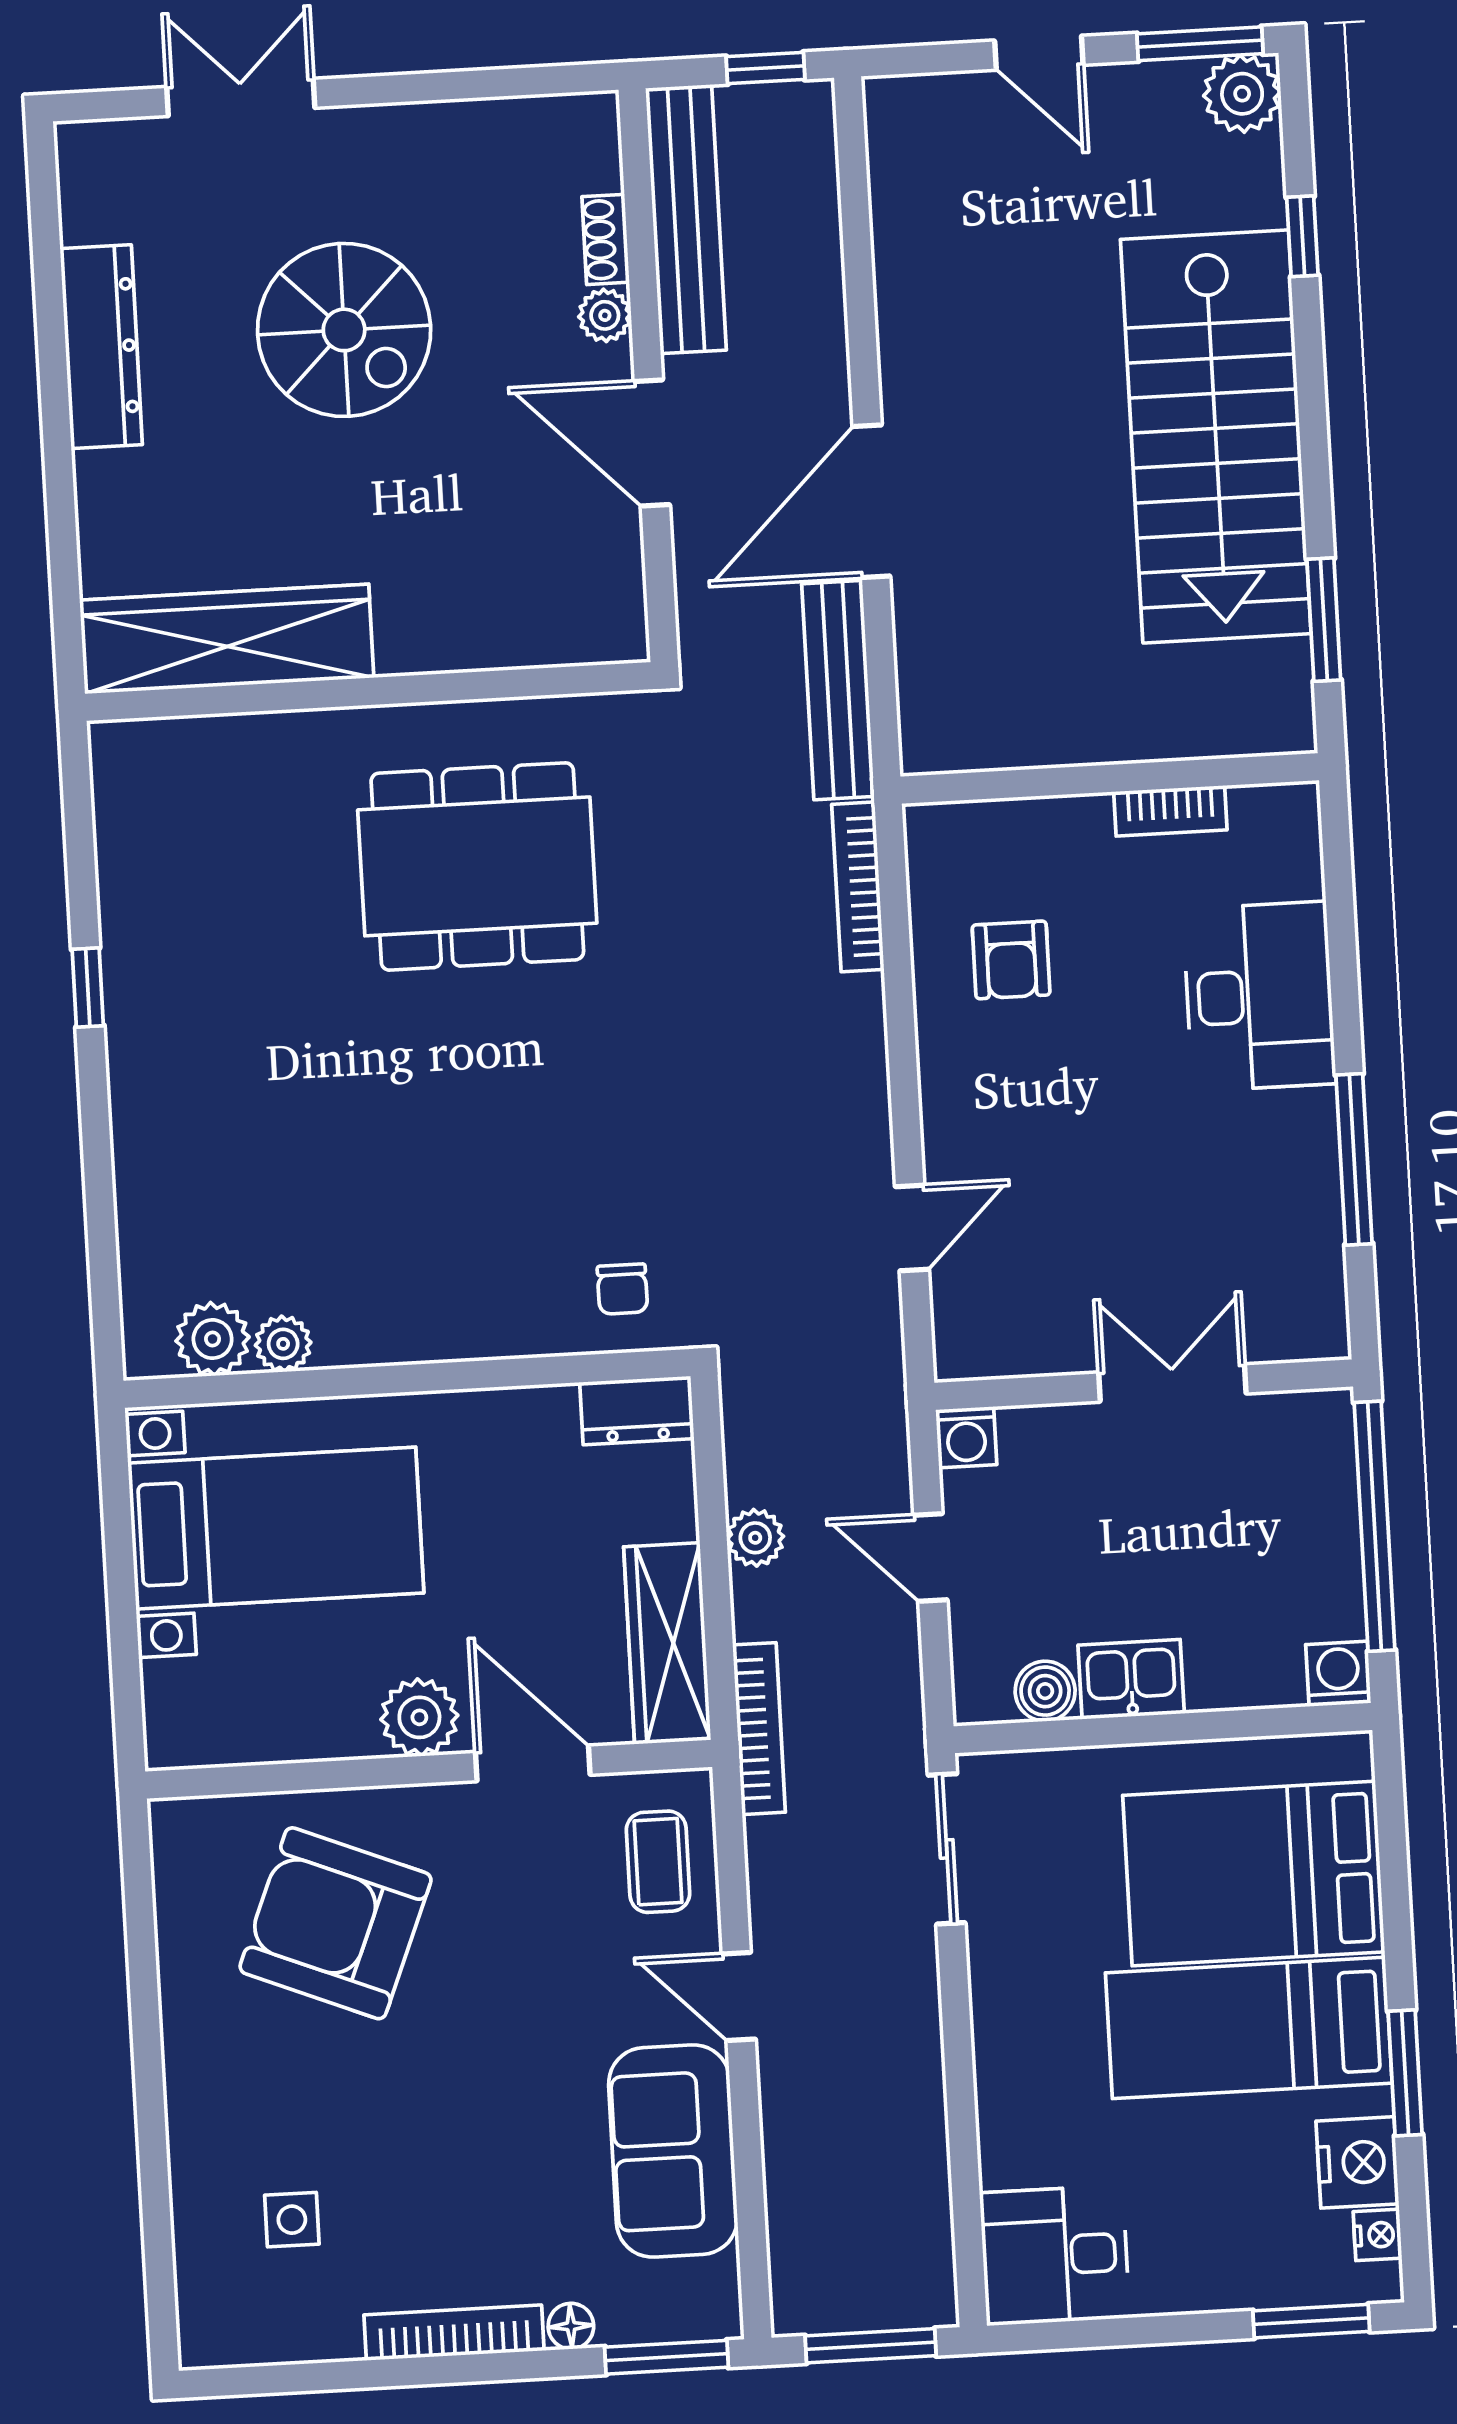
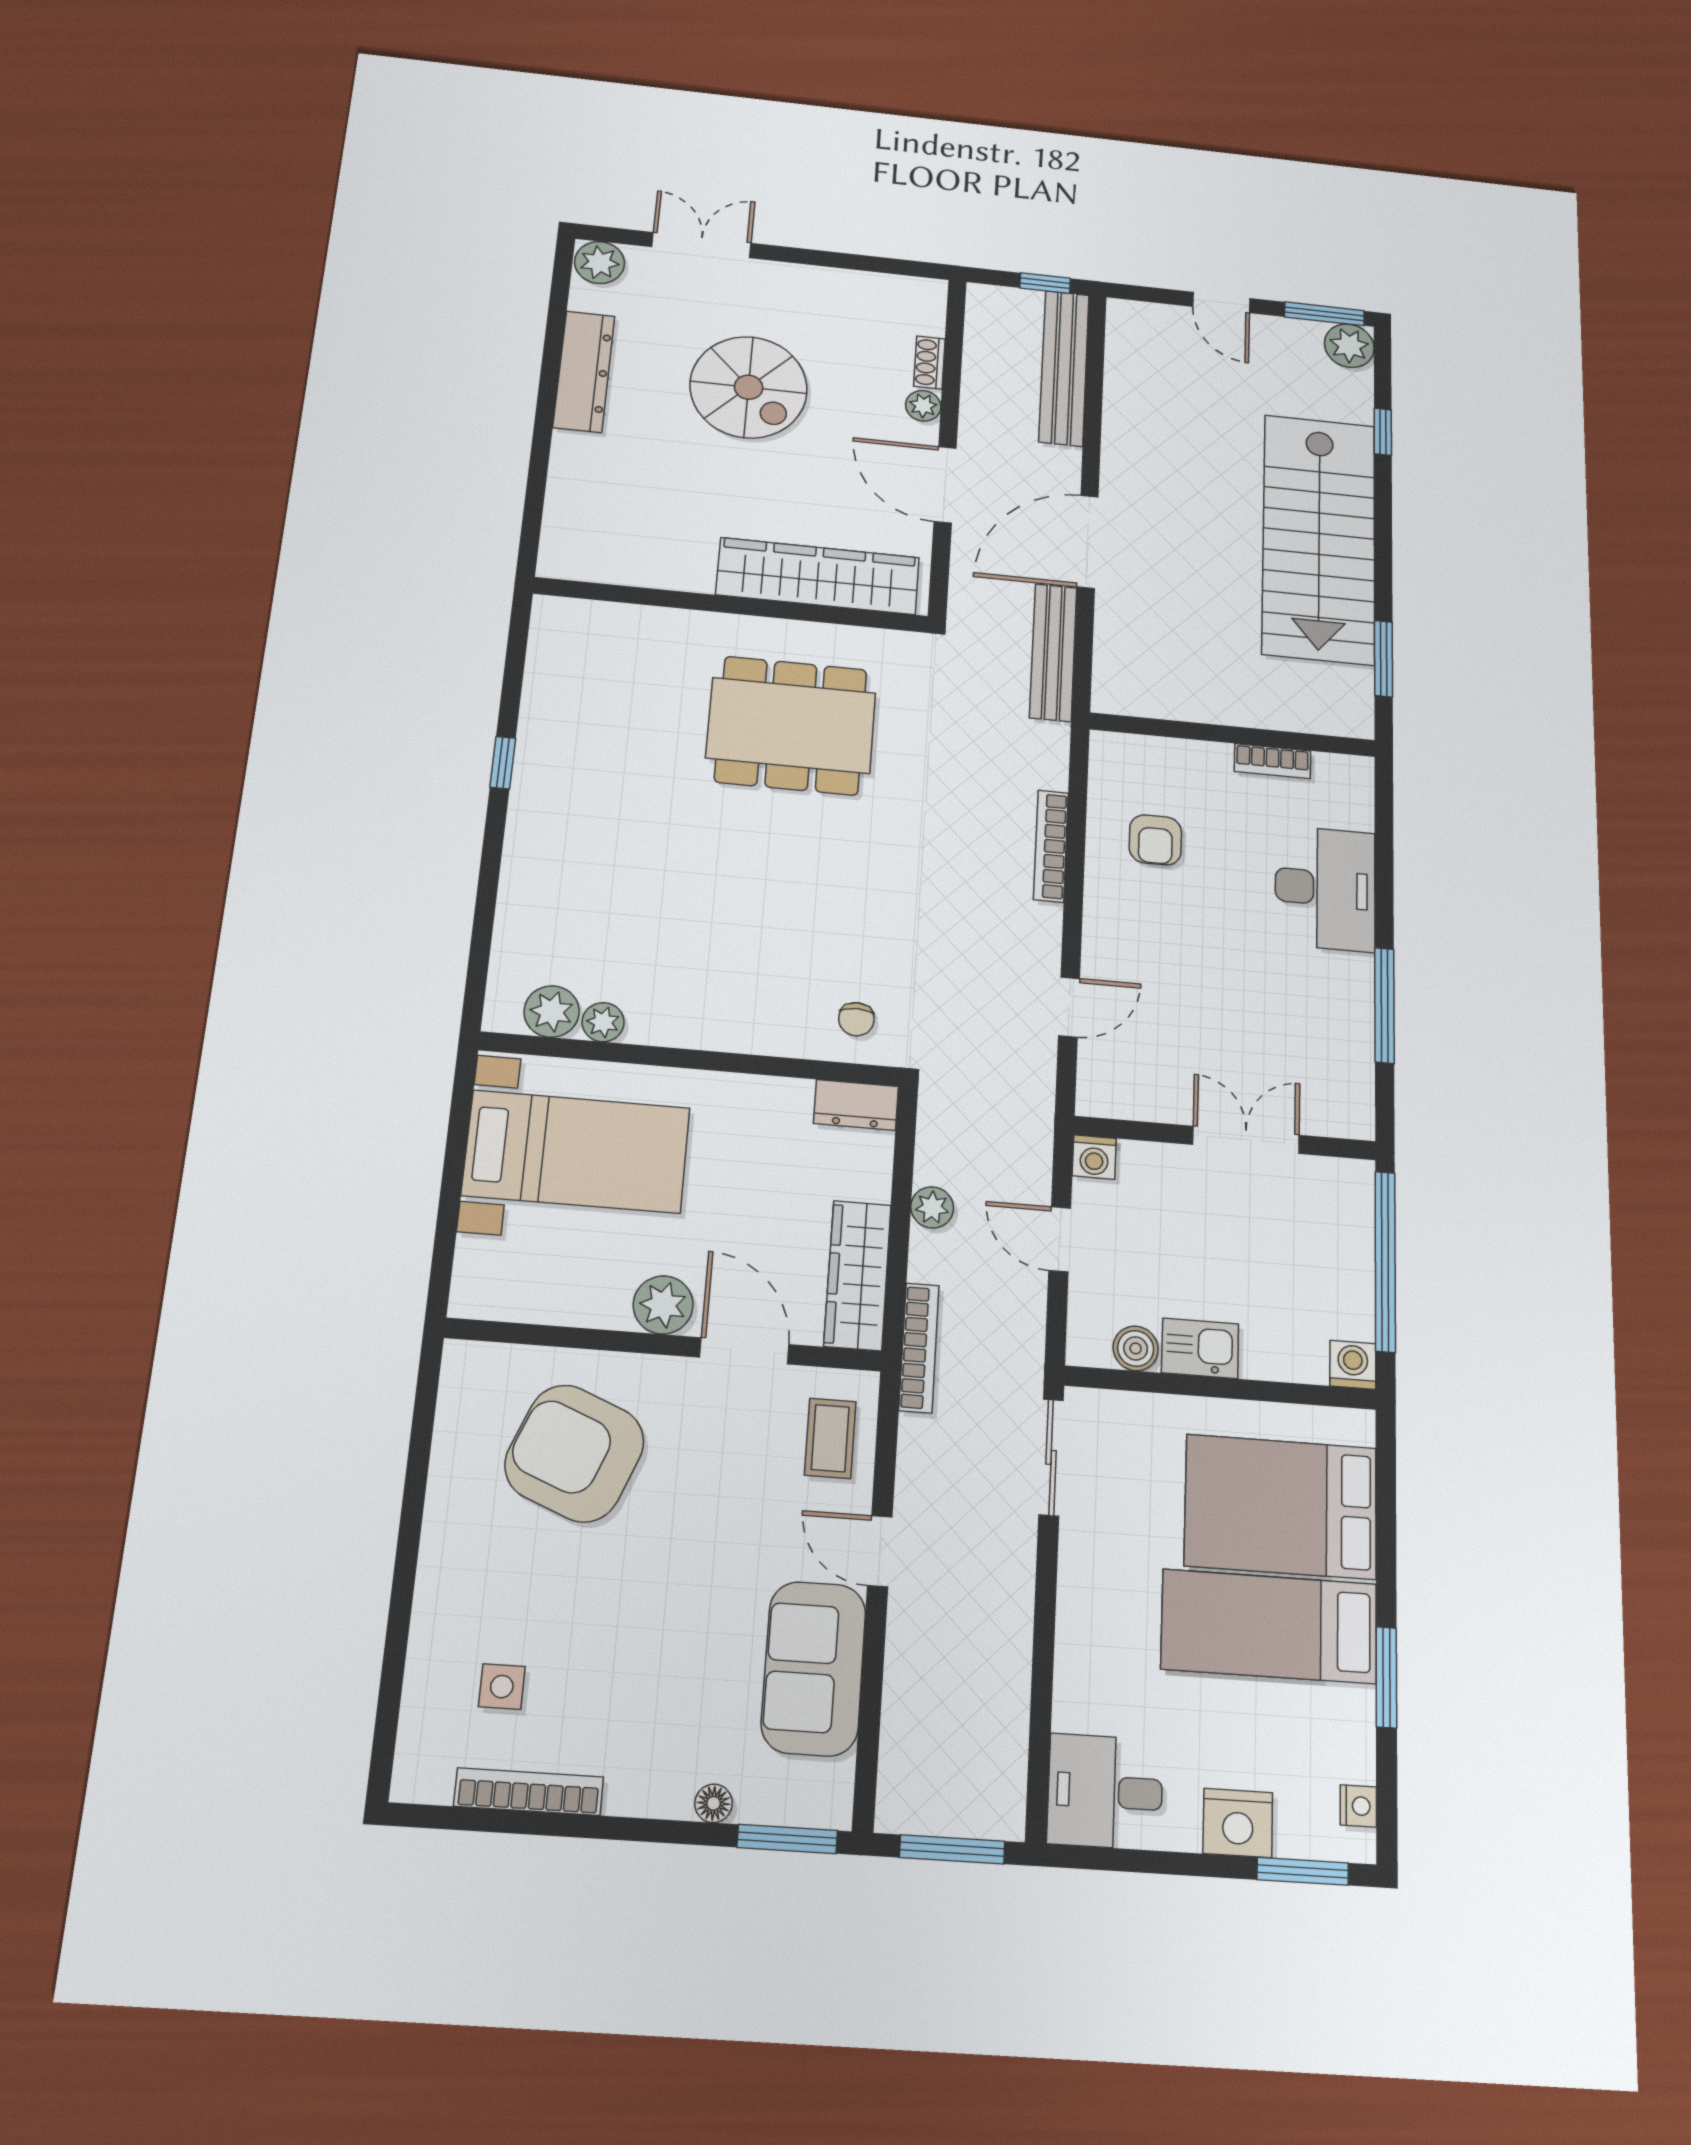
plant: (95, 156) -> (600, 263), added
bench: (686, 219) -> (1064, 368), moved
wardrobe: (227, 639) -> (818, 576), moved
bookcase: (858, 887) -> (1051, 846), moved
nightstand: (1357, 2162) -> (1238, 1823), moved, turned 90
bookcase: (454, 2333) -> (529, 1792), moved

